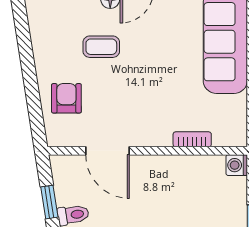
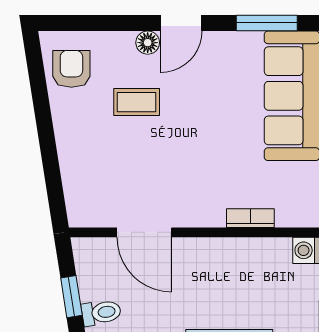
armchair: (66, 98) -> (71, 69), moved

